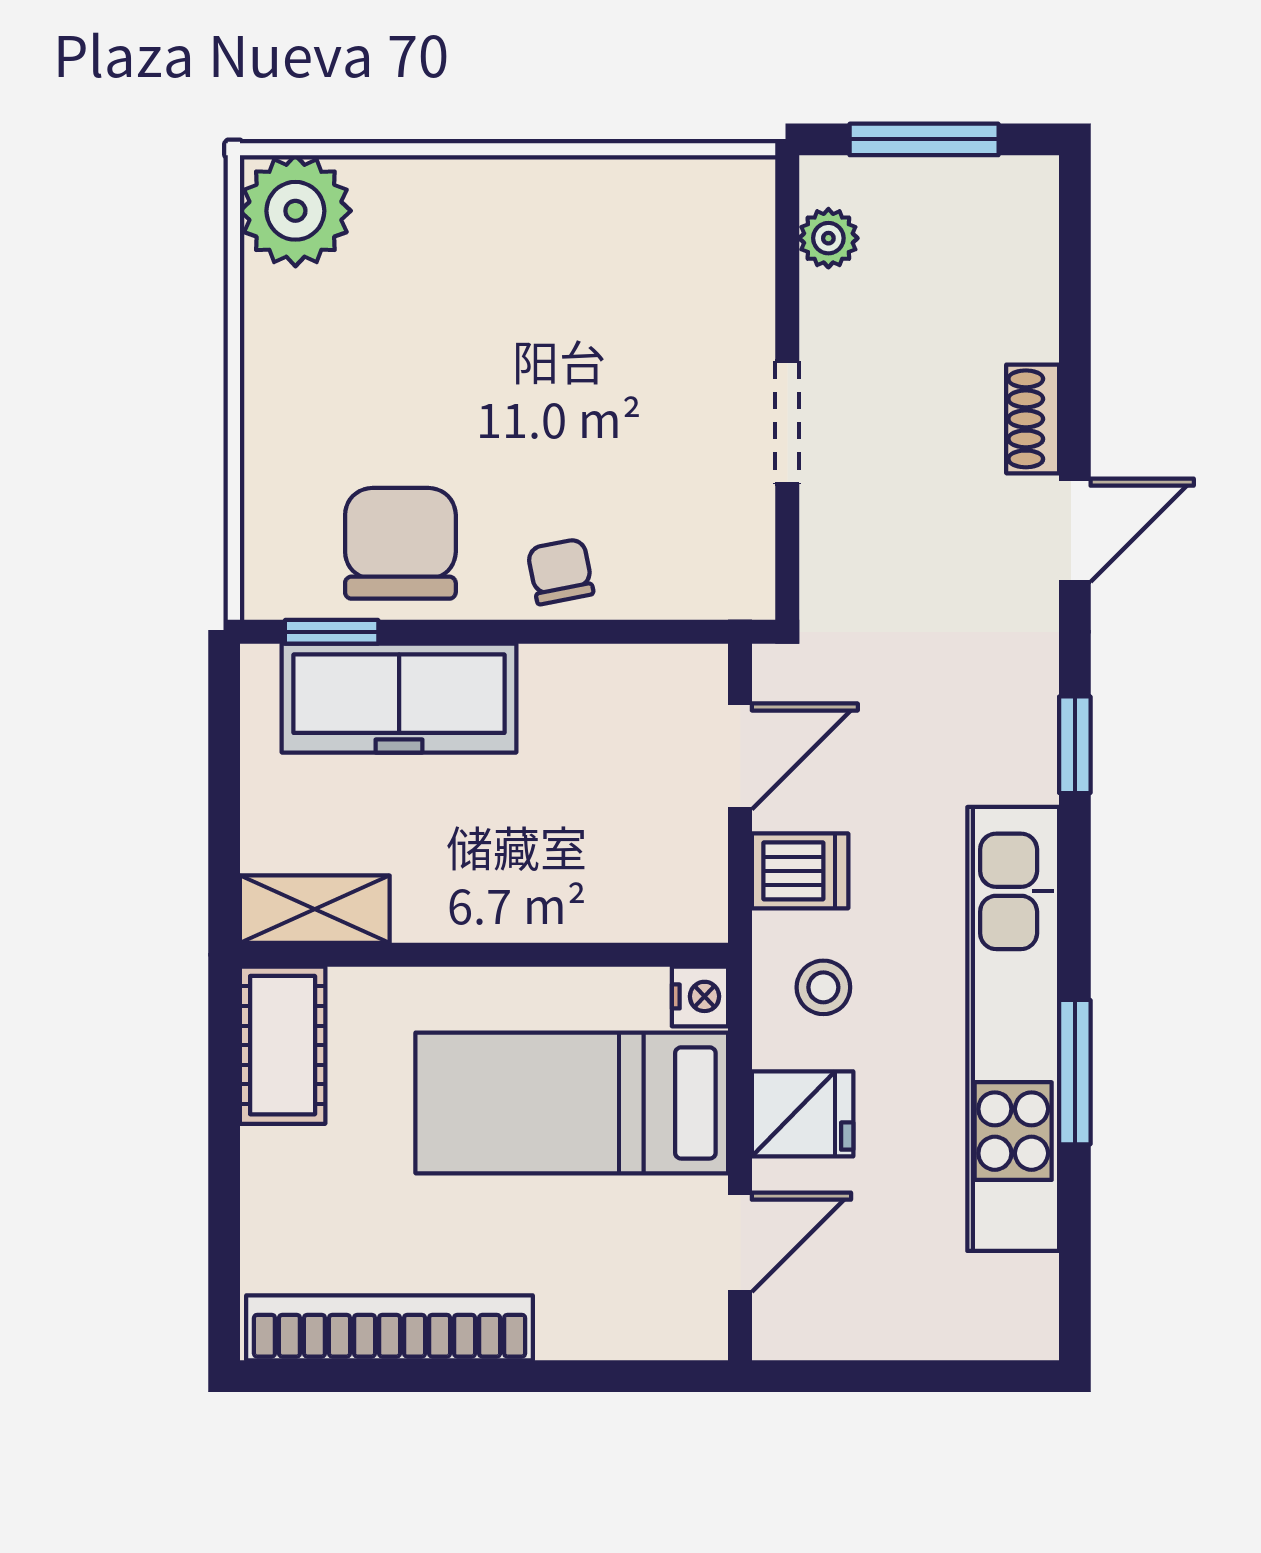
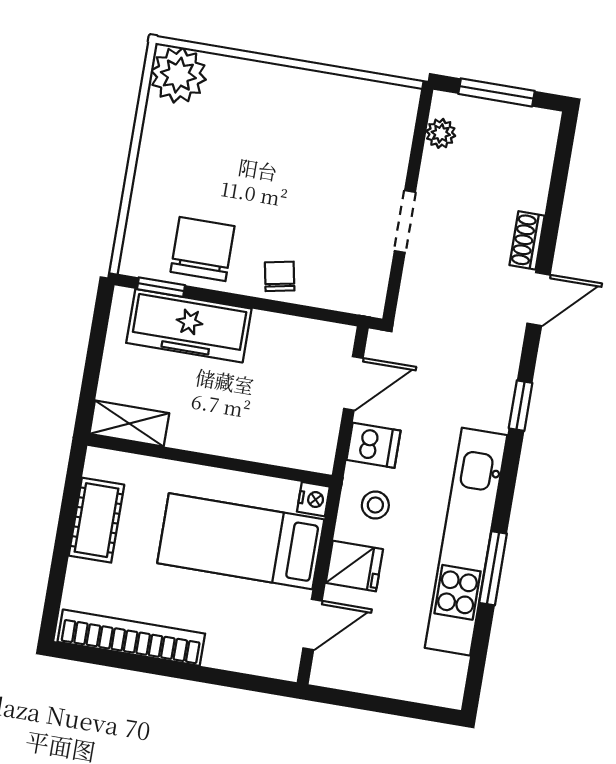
cot: (283, 1045) -> (97, 520), moved

